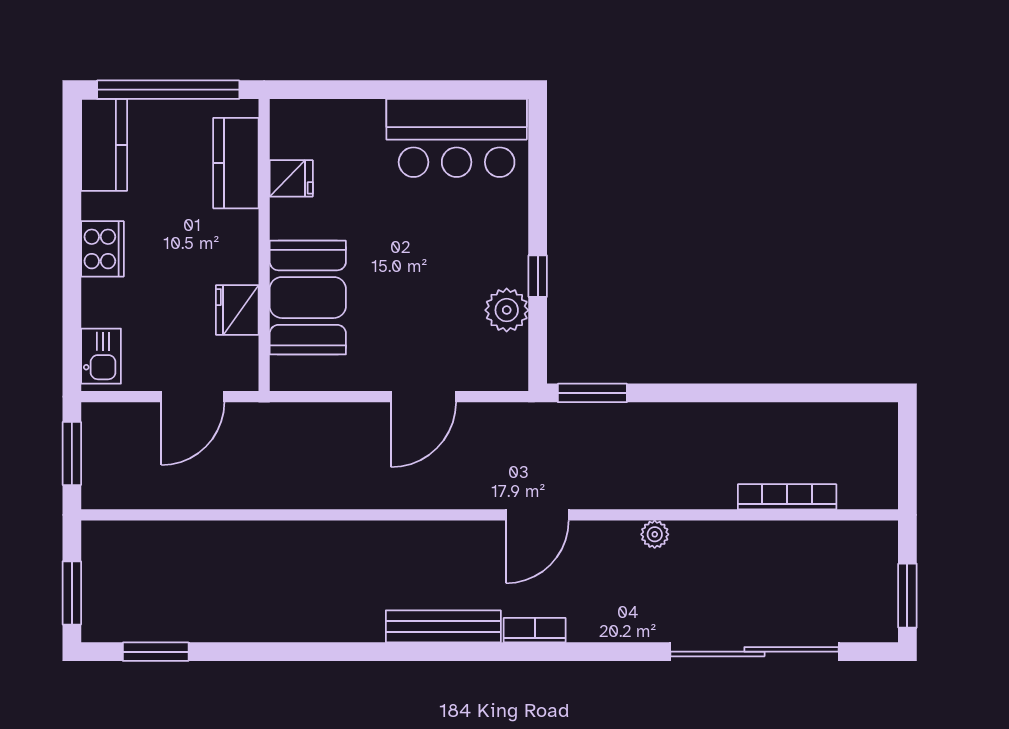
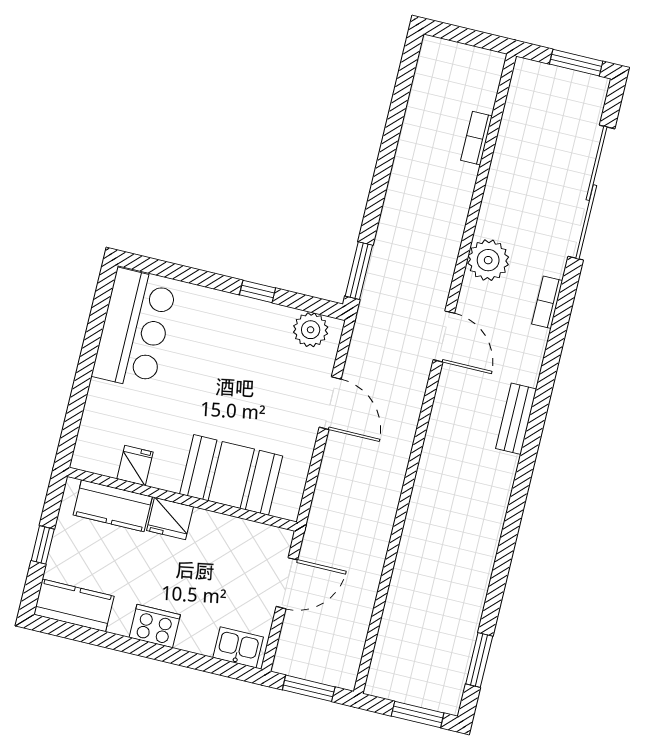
window: (168, 90) -> (43, 545), width x0.32
fridge: (237, 310) -> (170, 519), moved
plant: (507, 310) -> (311, 330), moved
door: (193, 397) -> (287, 583), hinge flipped
bookcase: (787, 497) -> (476, 138), width x0.64
plant: (655, 534) -> (488, 260), width x1.88, depth x1.88
bench: (443, 626) -> (516, 419), width x0.73
bookcase: (535, 630) -> (547, 302), moved

